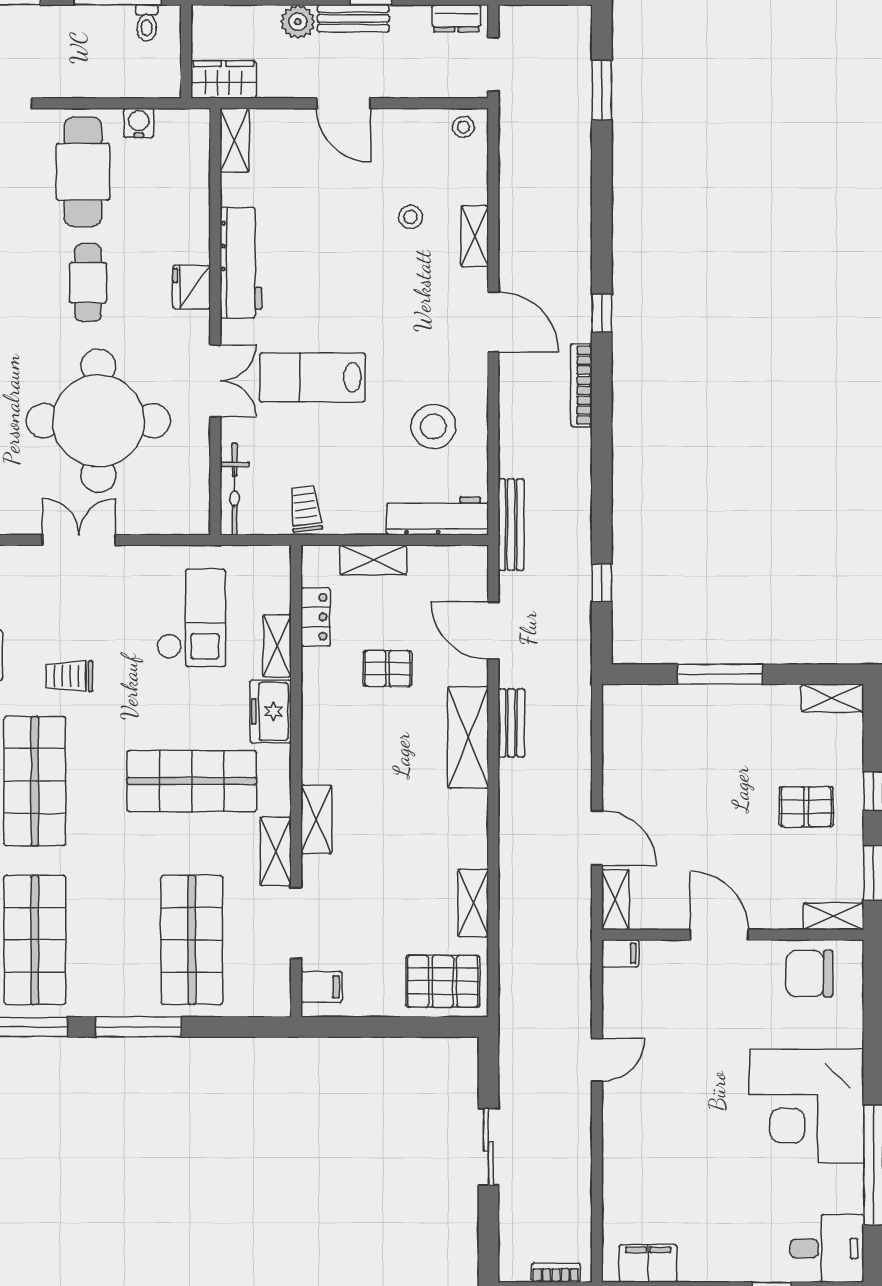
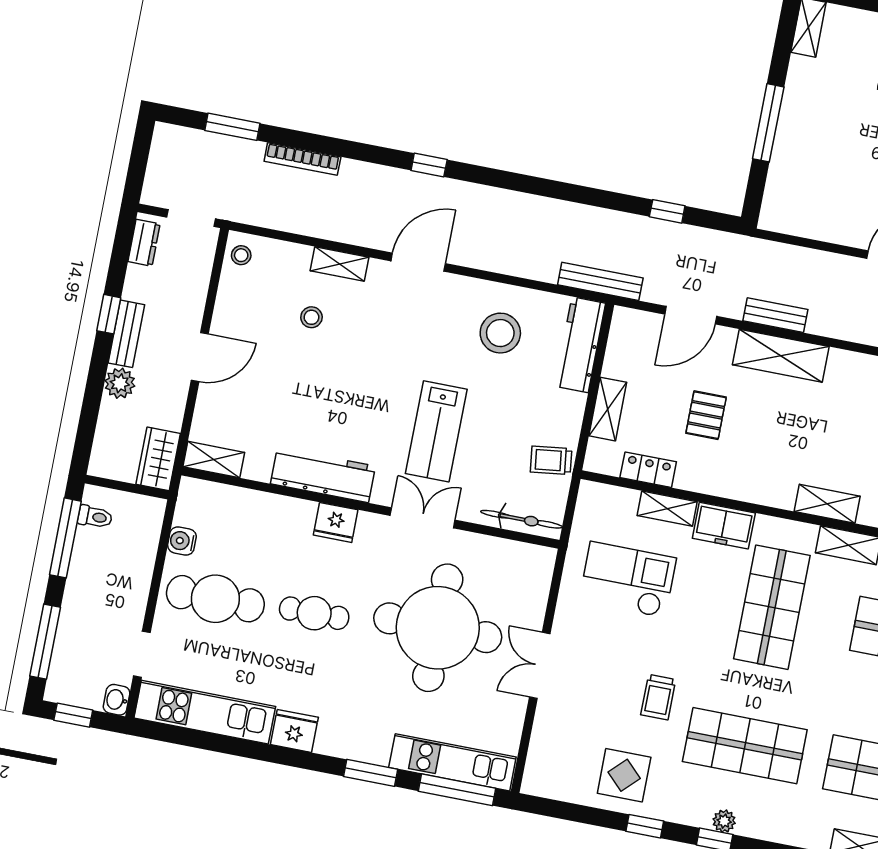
bookcase: (581, 385) -> (302, 159), moved

